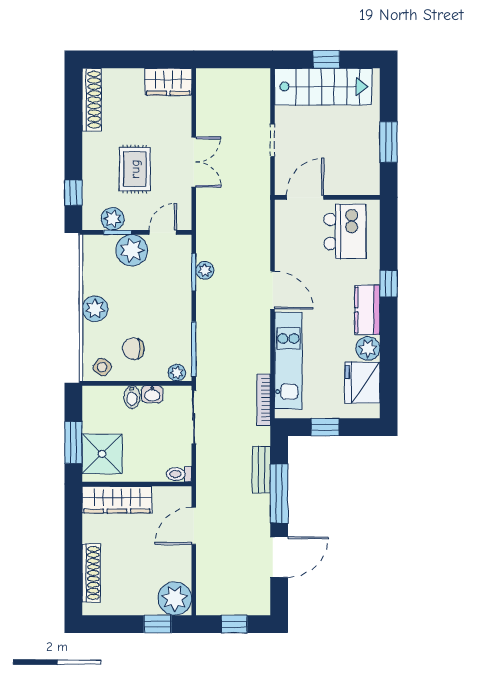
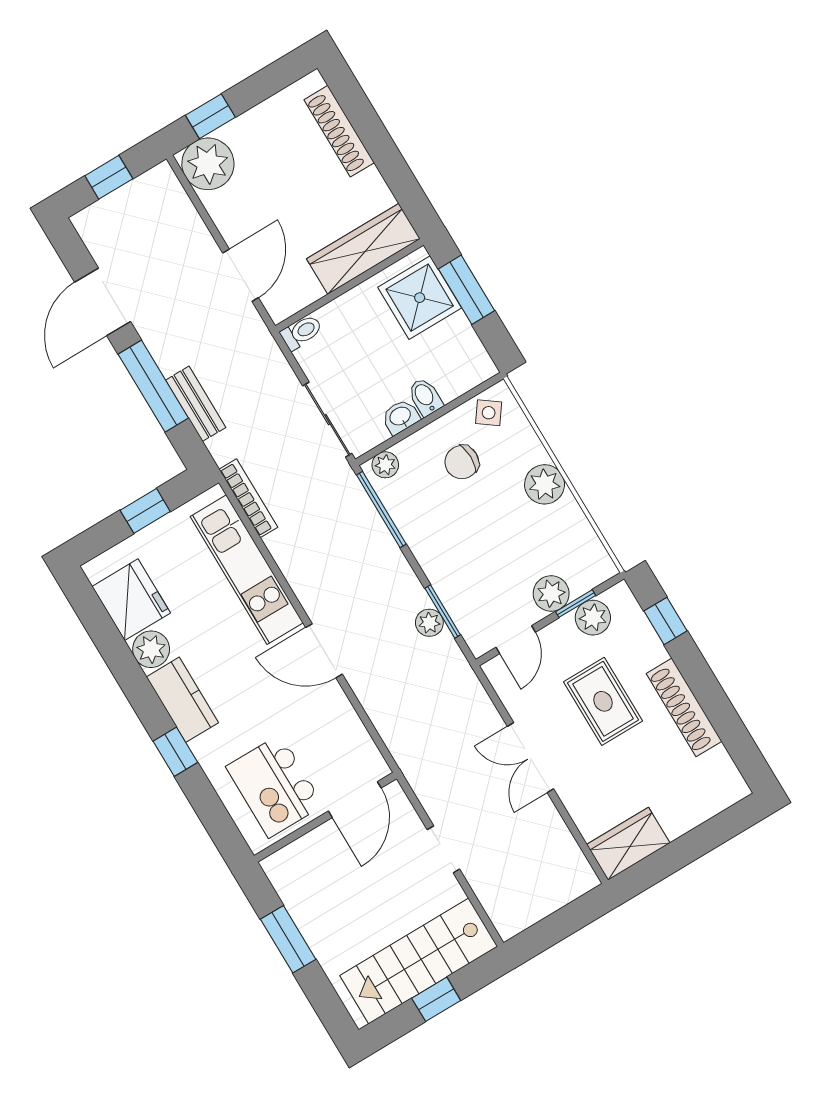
shoe rack: (92, 100) -> (684, 707), moved
plant: (132, 250) -> (551, 594), width x0.73, depth x0.73
chair: (133, 349) -> (462, 462), turned 180

